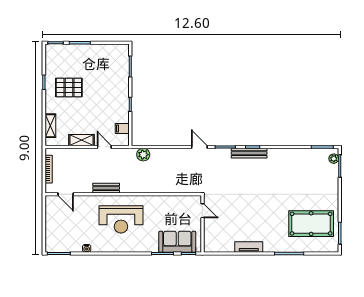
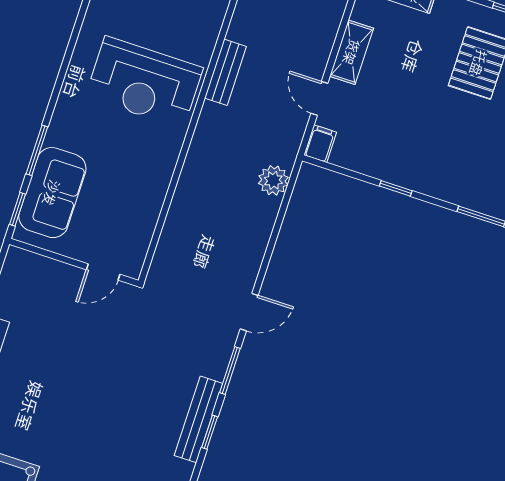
filing cabinet: (122, 128) -> (320, 144), moved
door: (104, 147) -> (319, 98), swing flipped
reception desk: (121, 219) -> (144, 82), turned -90

